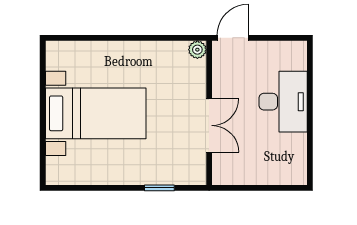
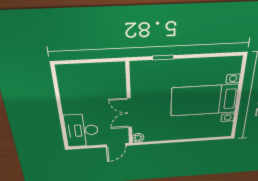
desk: (283, 102) -> (82, 130), moved
double door: (209, 125) -> (129, 113), moved

